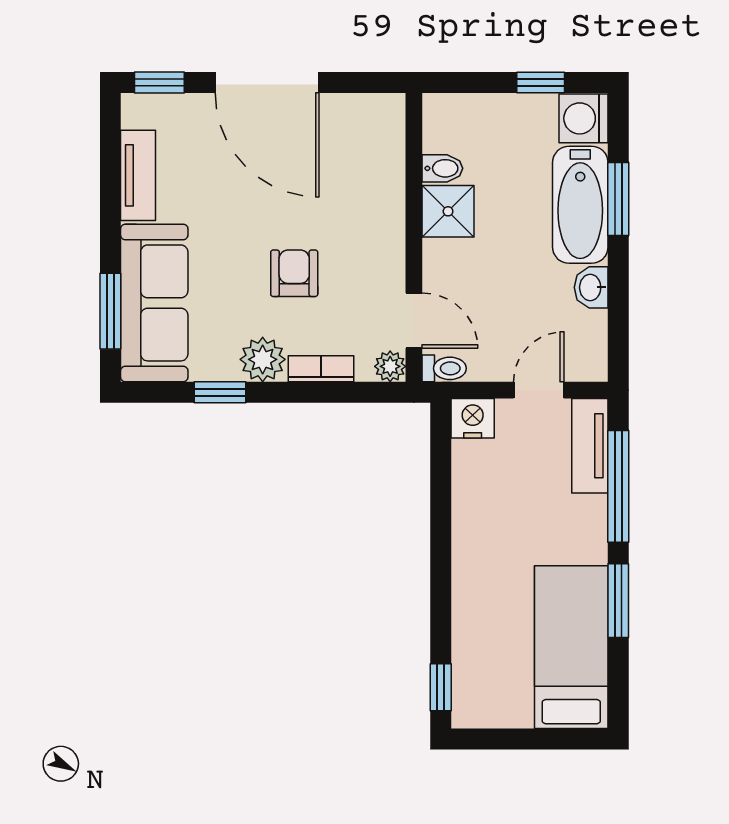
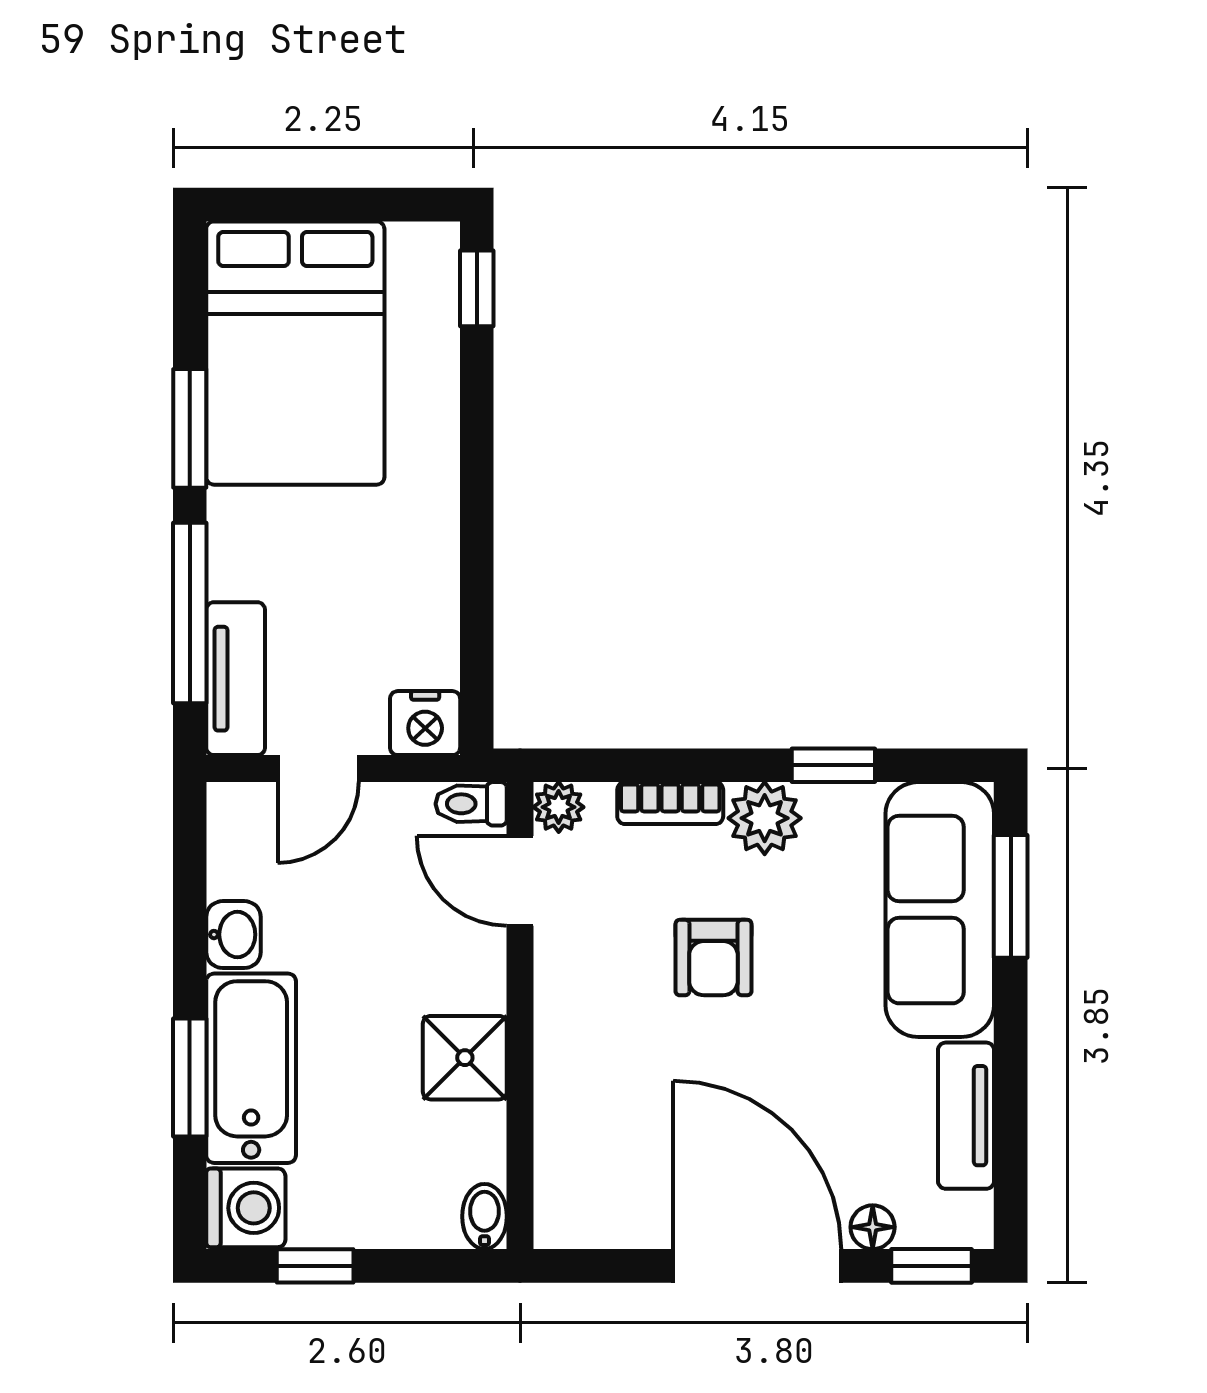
floor lamp: (196, 106) -> (873, 1227), added
bidet: (442, 168) -> (484, 1216), moved, turned 90
bed: (571, 647) -> (295, 353), width x1.50

